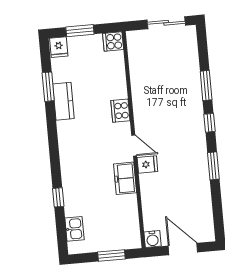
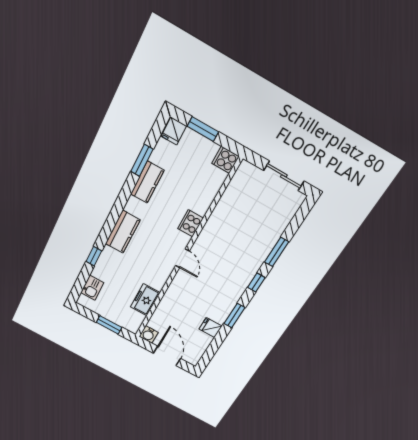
kitchen counter: (70, 157) -> (123, 232), added
fridge: (147, 164) -> (211, 328), moved, turned 180
freezer: (125, 178) -> (145, 300), moved

